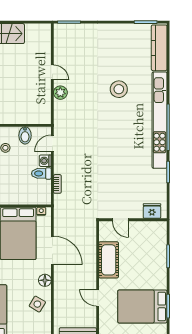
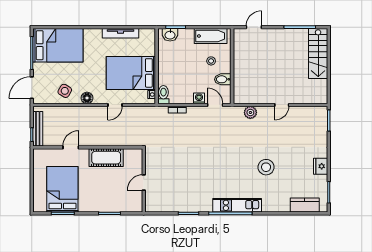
kitchen counter: (159, 48) -> (305, 205), width x0.67
plant: (60, 93) -> (250, 112), moved
kitchen unit: (160, 120) -> (237, 205), width x0.54
toilet: (41, 173) -> (163, 95), moved
fridge: (152, 211) -> (321, 166), moved, turned 180
door: (120, 220) -> (144, 182), moved
door: (52, 250) -> (115, 105), width x0.53

